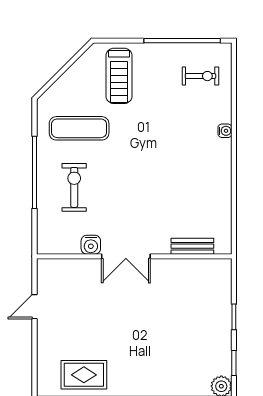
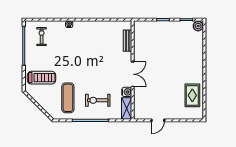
shelving: (58, 245) -> (127, 108), added
door: (34, 307) -> (158, 120), hinge flipped

